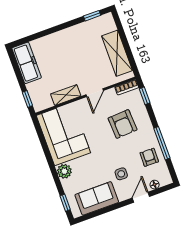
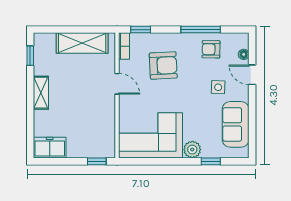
freezer: (27, 63) -> (50, 148), width x0.71
shelving: (66, 95) -> (41, 93), moved
window: (65, 203) -> (211, 161), moved

